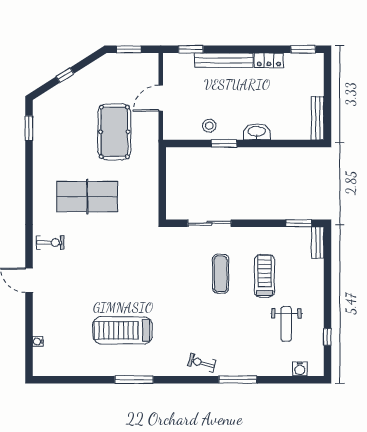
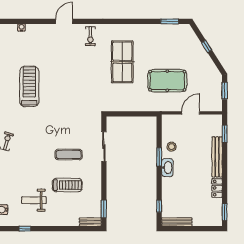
door: (161, 98) -> (191, 113), hinge flipped
washbasin: (257, 132) -> (167, 168), moved
window: (295, 143) -> (159, 206), added

